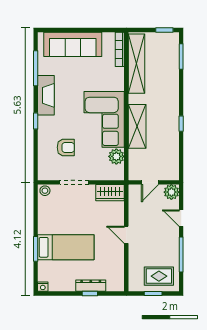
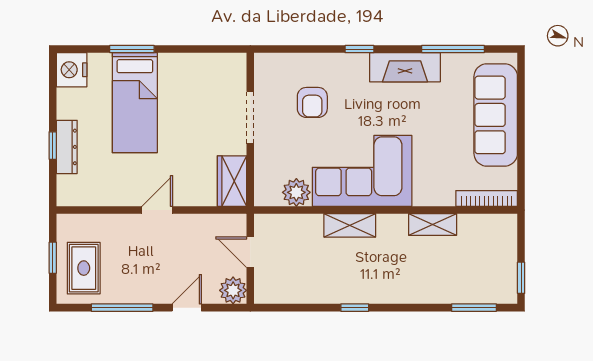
shelving: (136, 64) -> (433, 225), width x0.45, depth x0.75
shelving: (137, 126) -> (350, 225), width x0.67, depth x0.75
stool: (45, 191) -> (235, 65), removed
nightstand: (43, 287) -> (72, 70), width x1.89, depth x1.79

